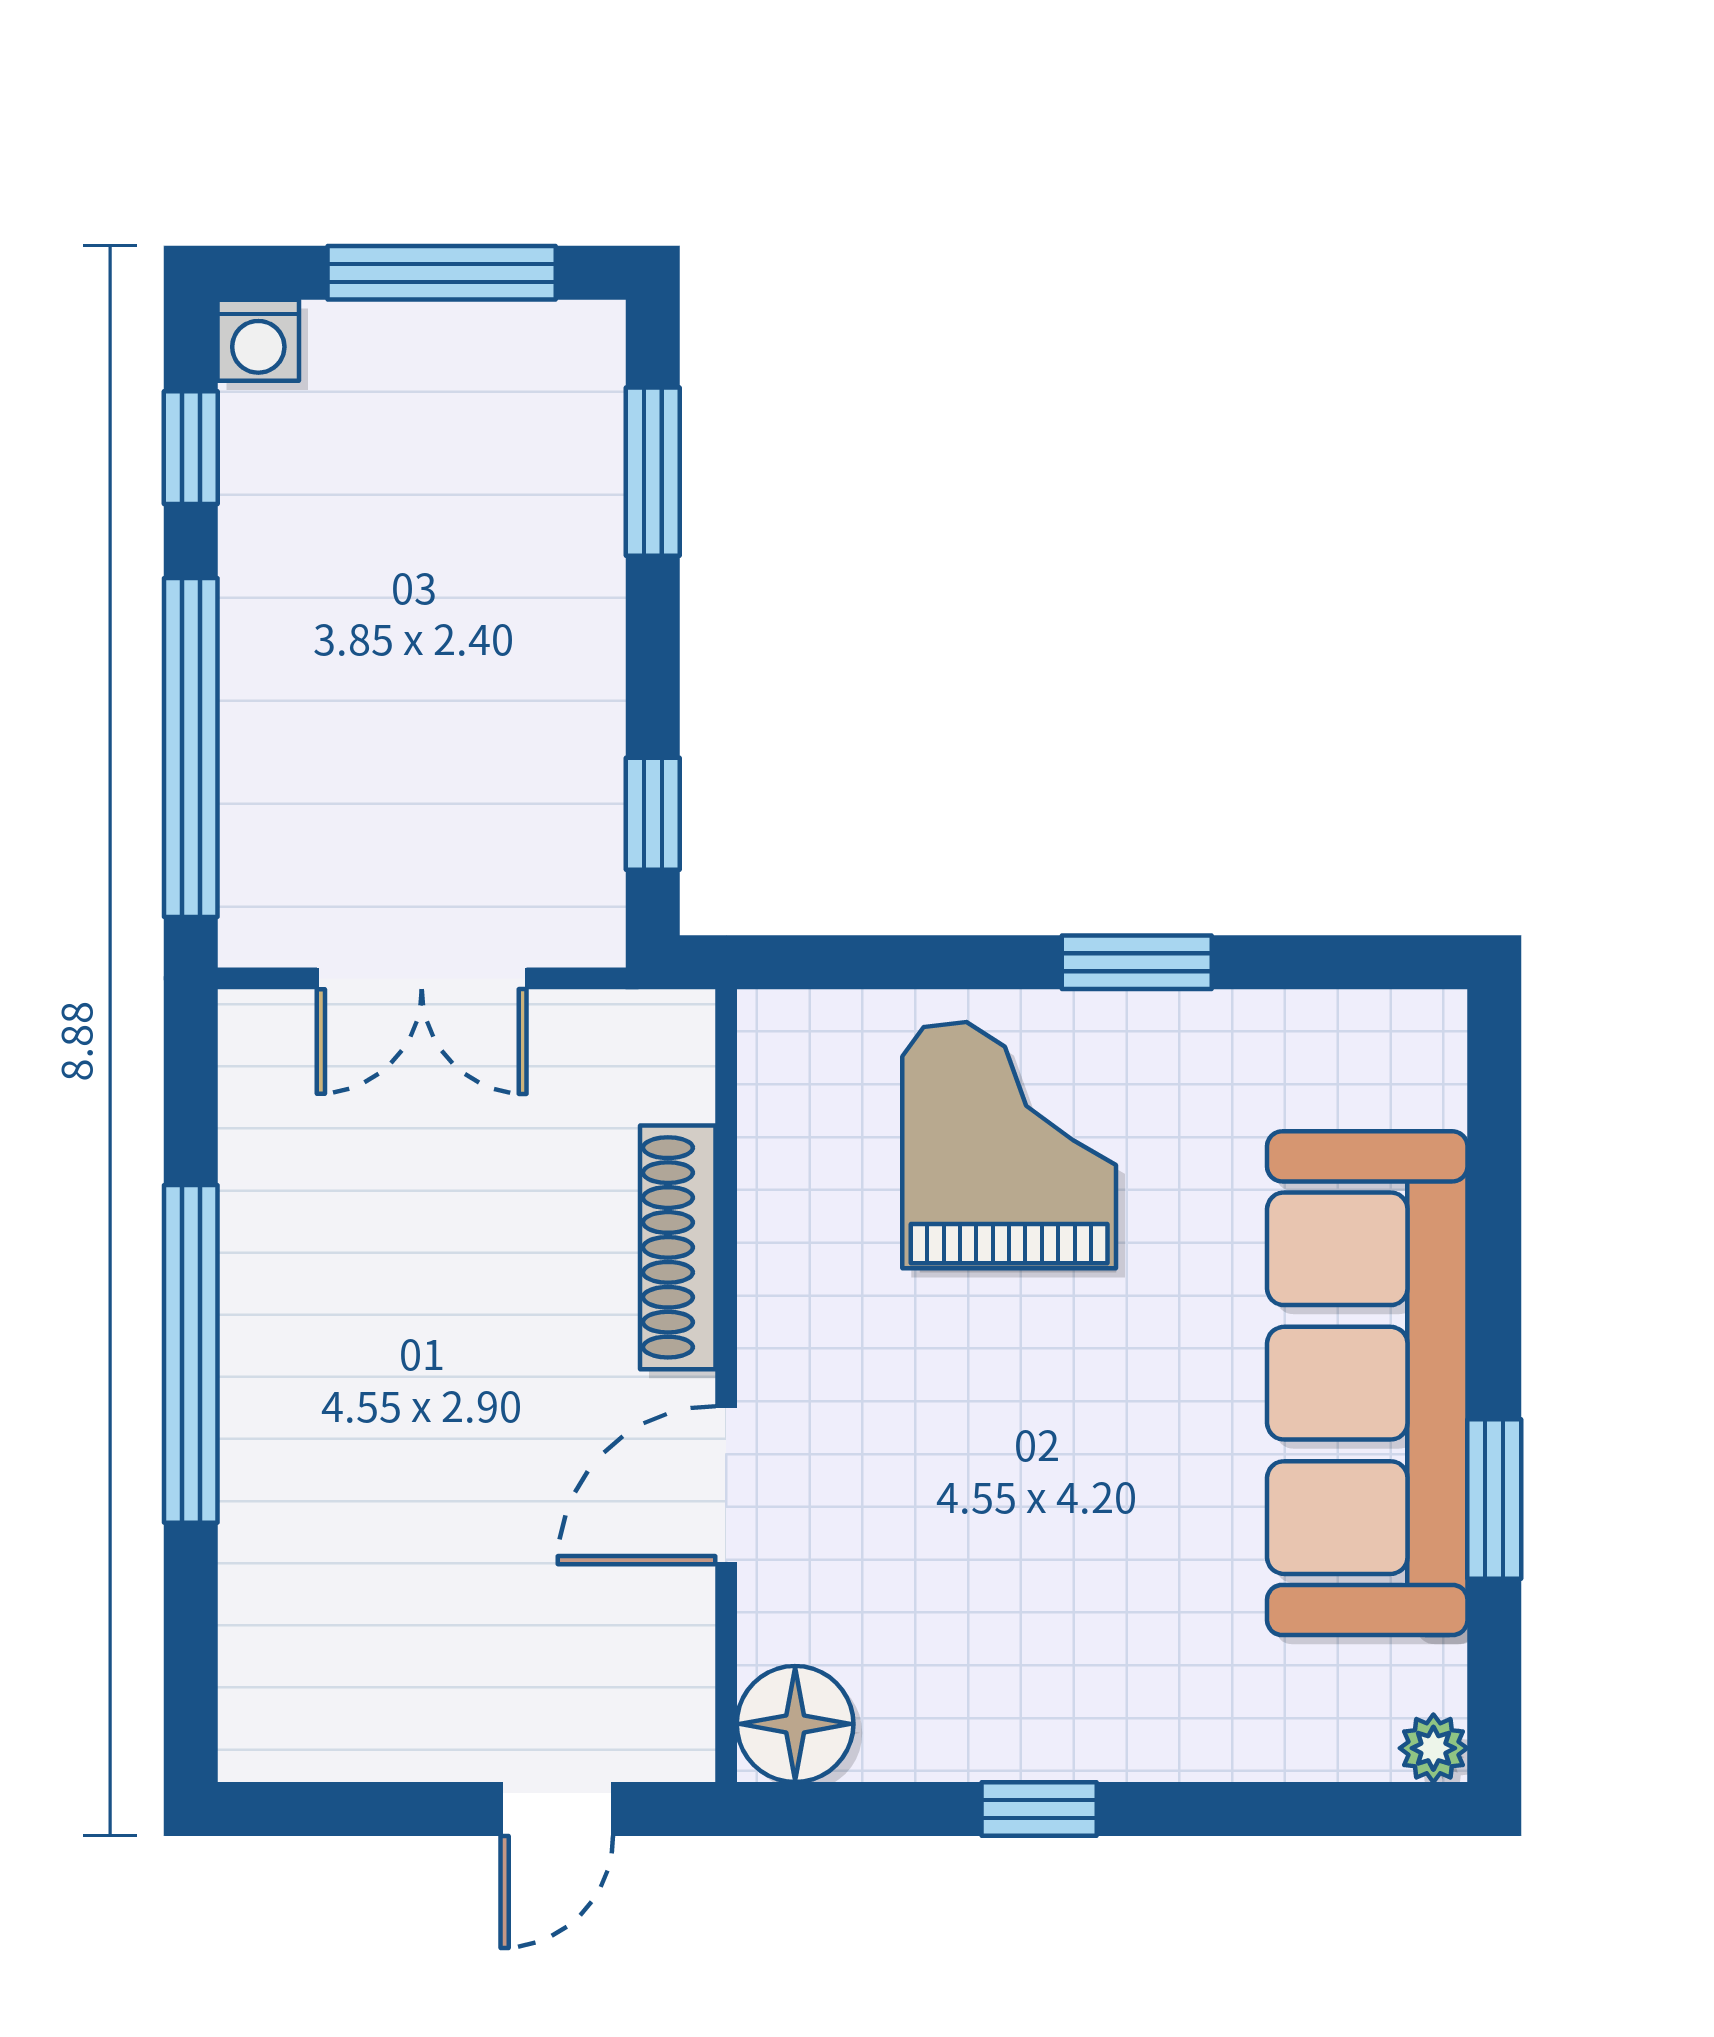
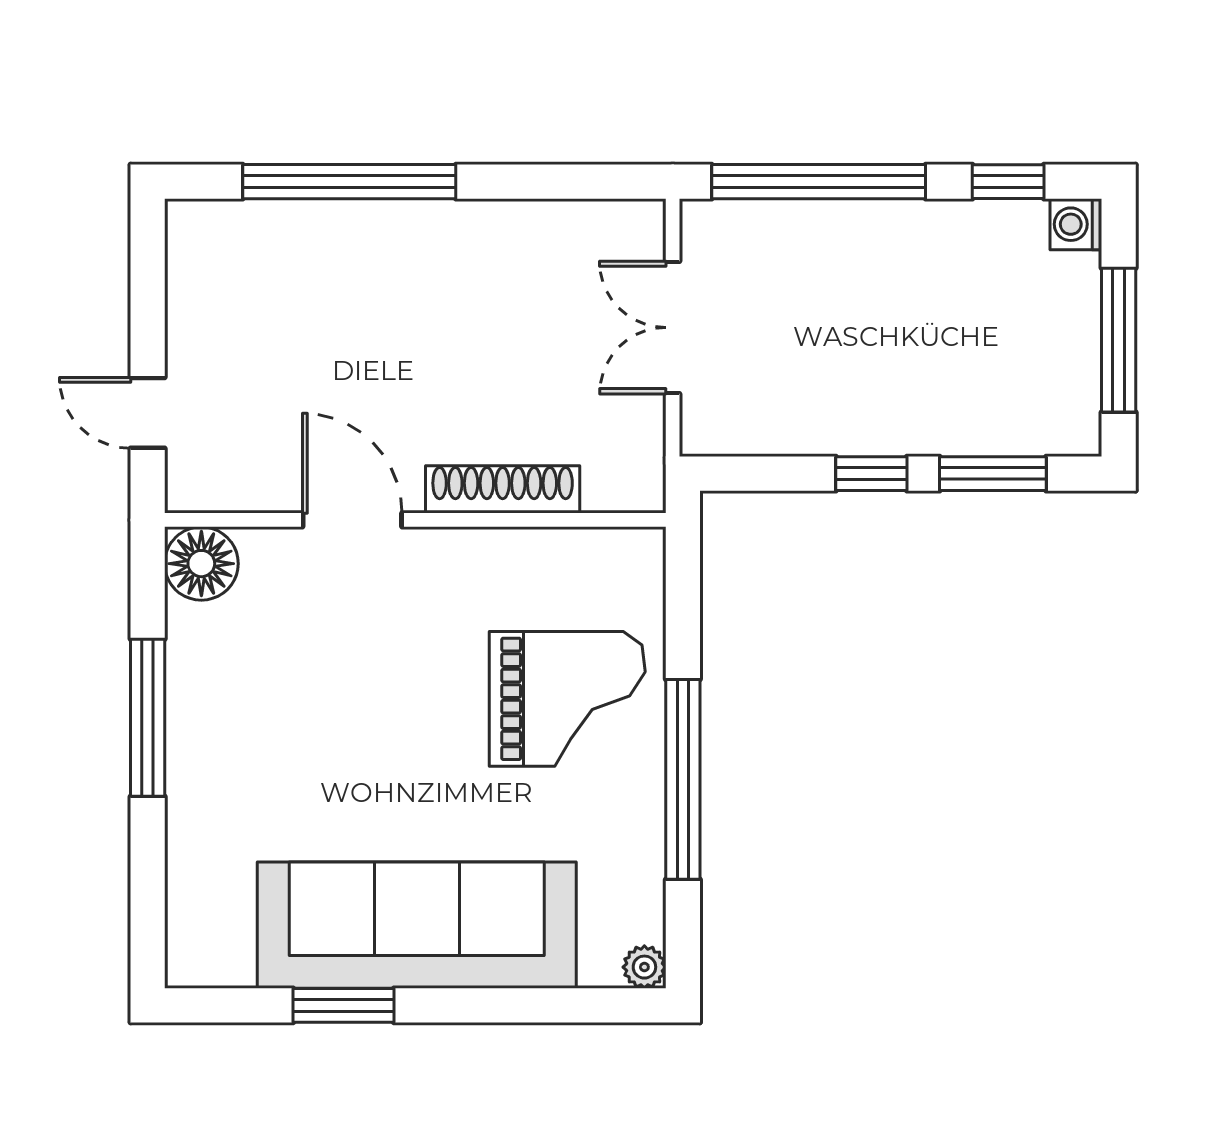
window: (653, 814) -> (871, 474), moved
window: (1137, 962) -> (683, 779), width x2.11
window: (191, 1354) -> (349, 182), moved
plant: (1433, 1748) -> (644, 967), moved
window: (1039, 1809) -> (148, 718), width x2.17

